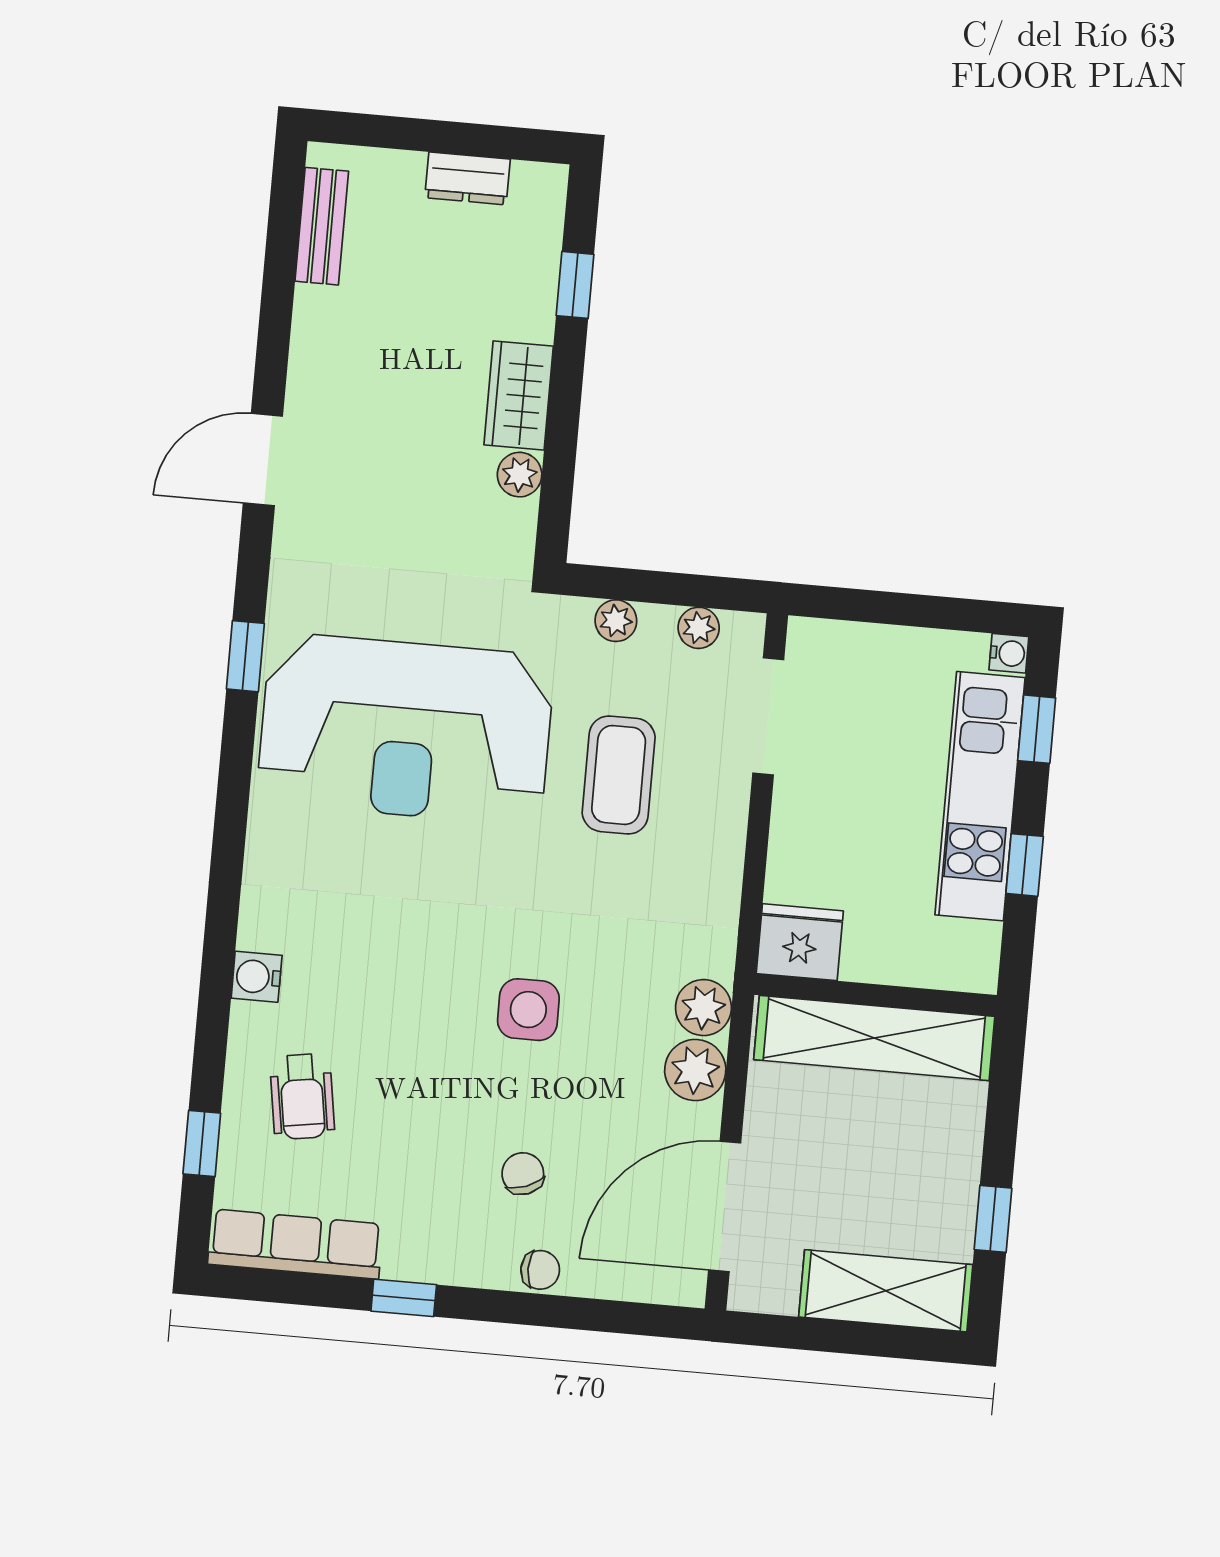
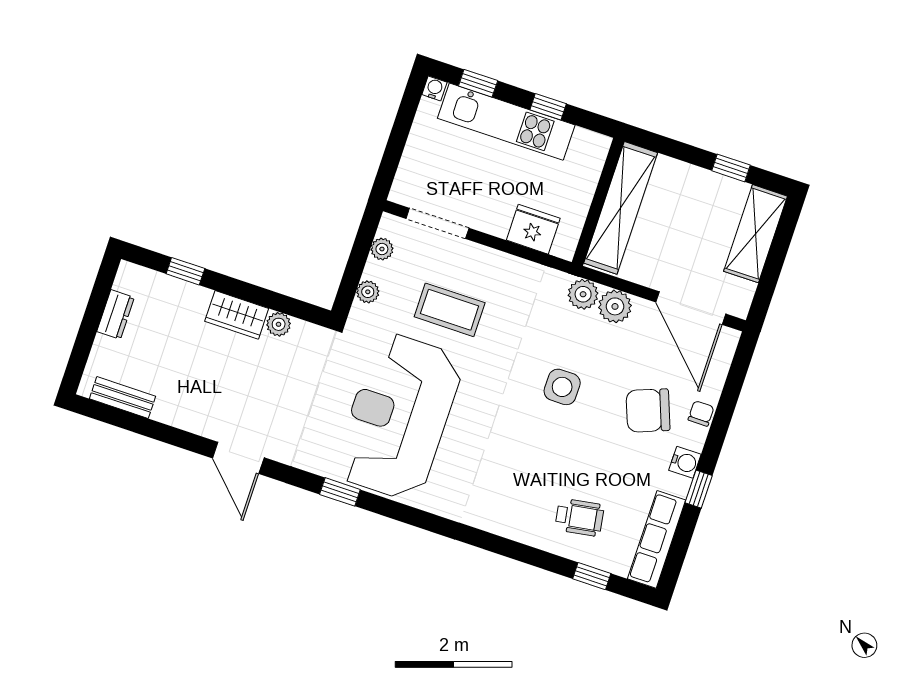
reception desk: (406, 729) -> (398, 416), turned 180
fridge: (800, 942) -> (533, 229), moved, turned 90
water cooler: (257, 977) -> (685, 462), moved, turned -90
chair: (523, 1174) -> (648, 410), width x1.87, depth x1.87

